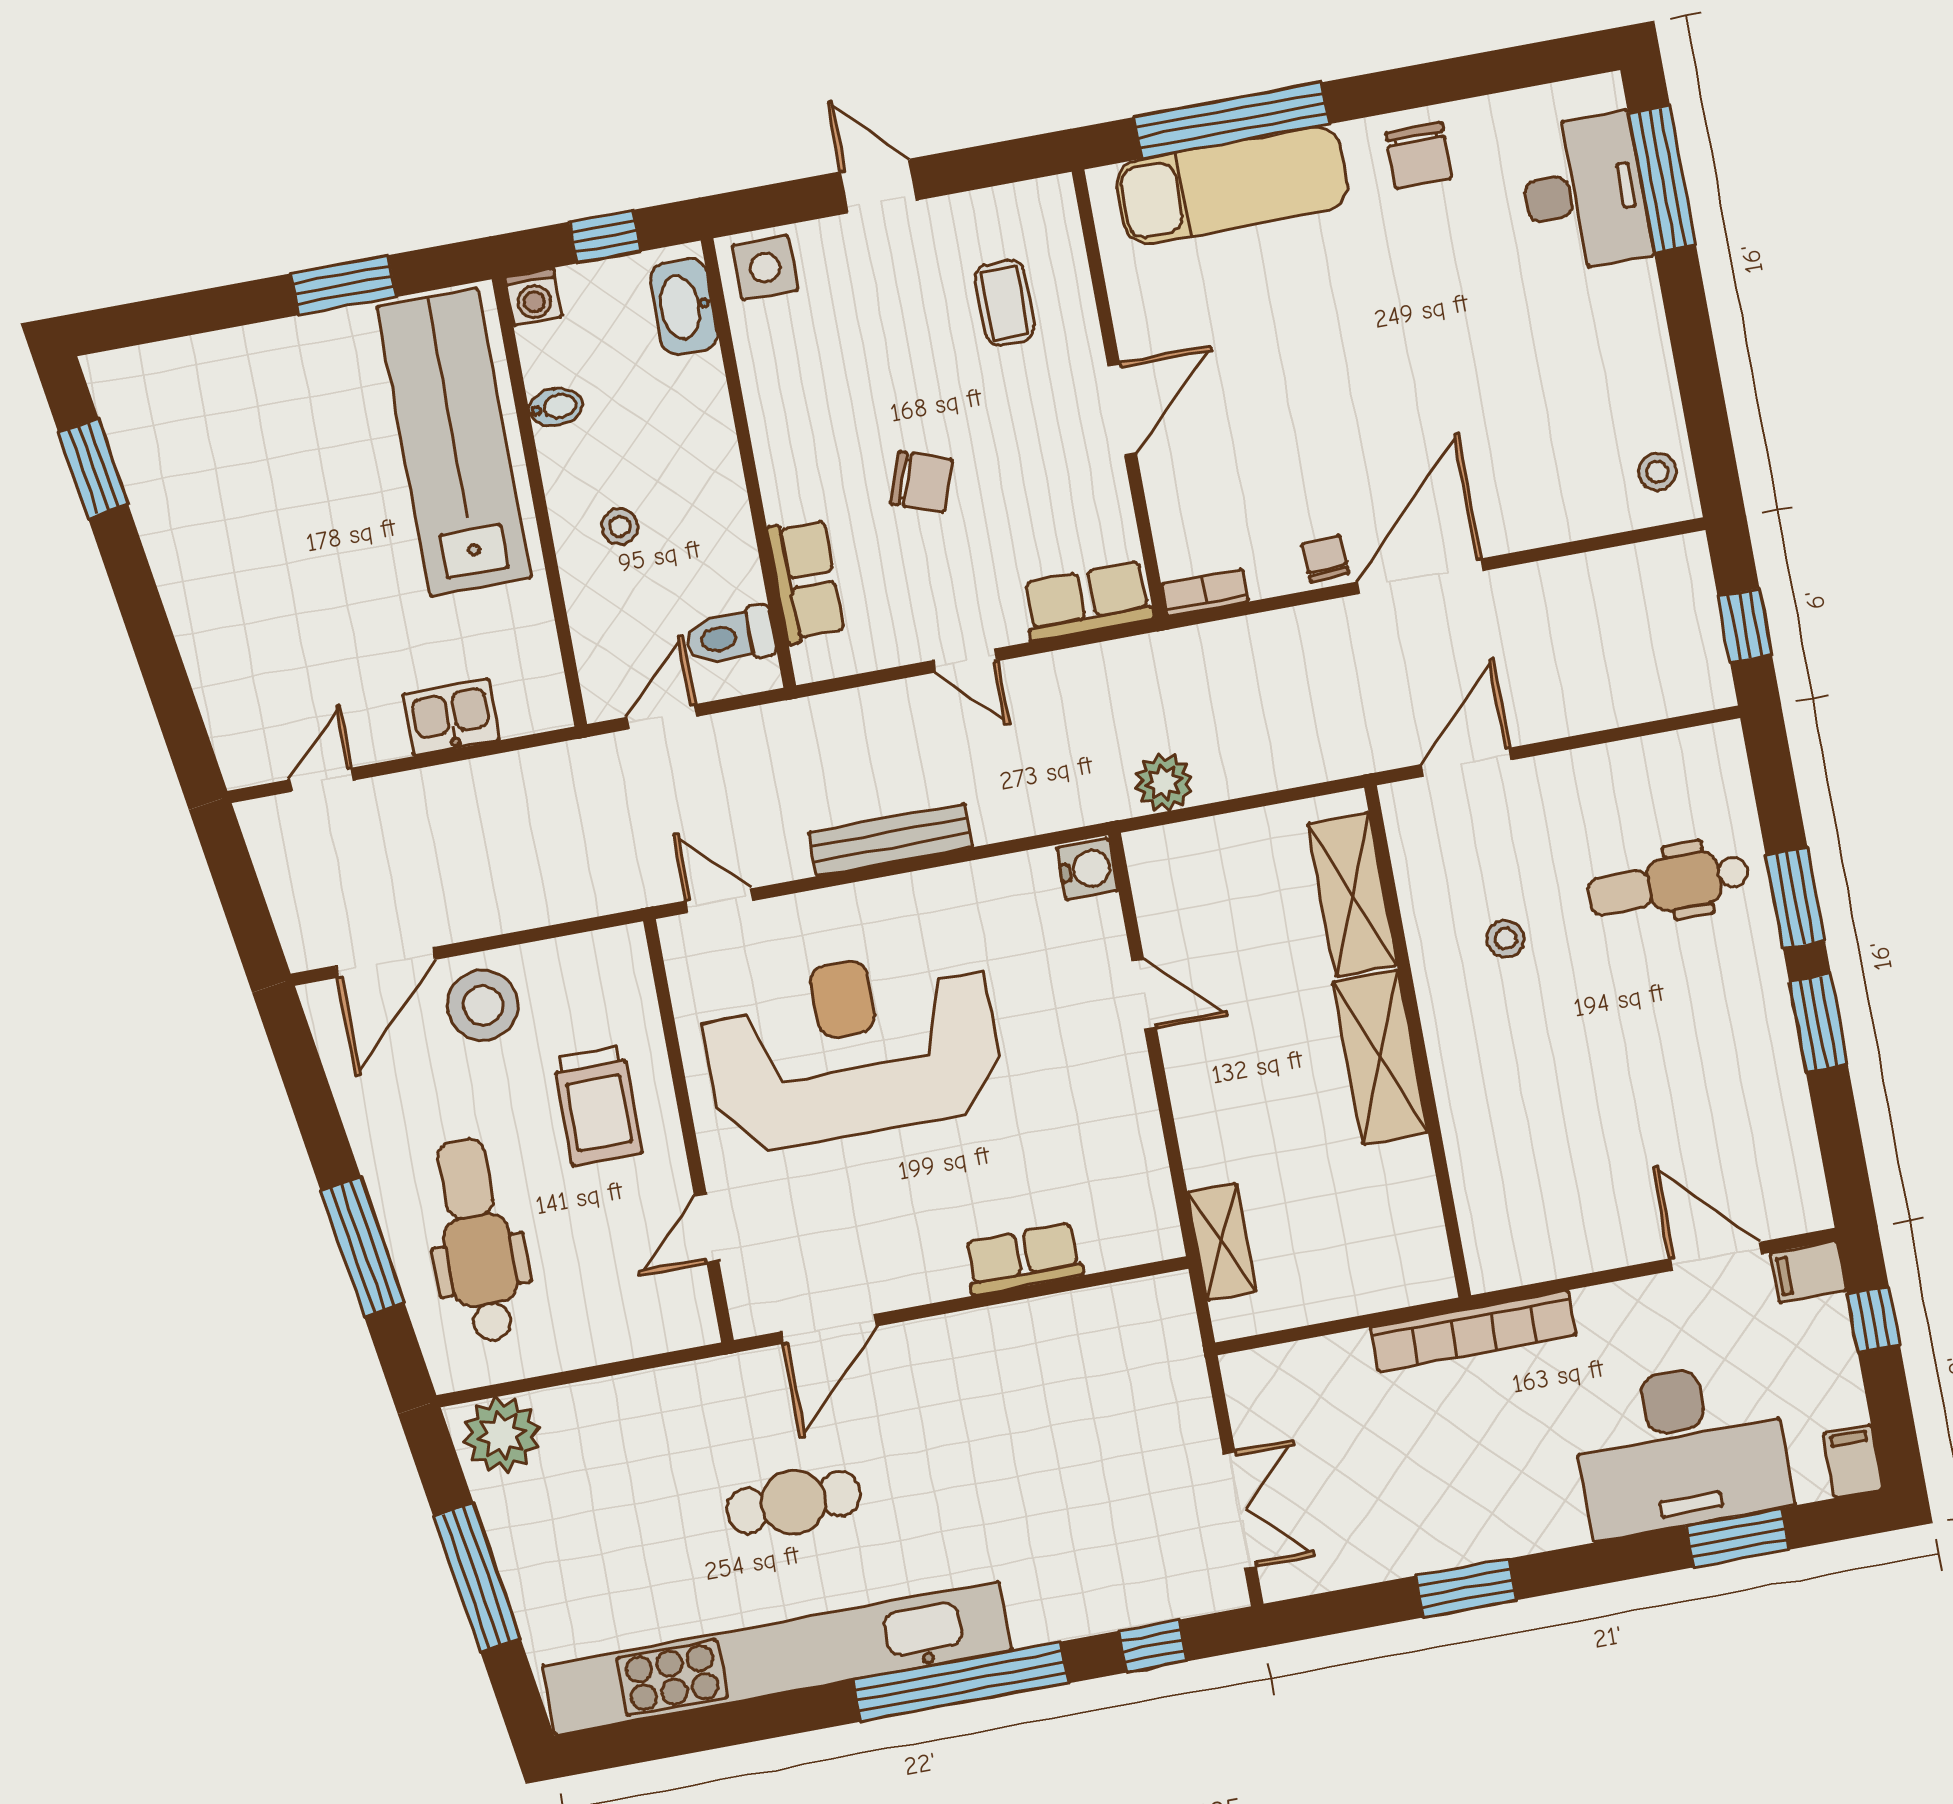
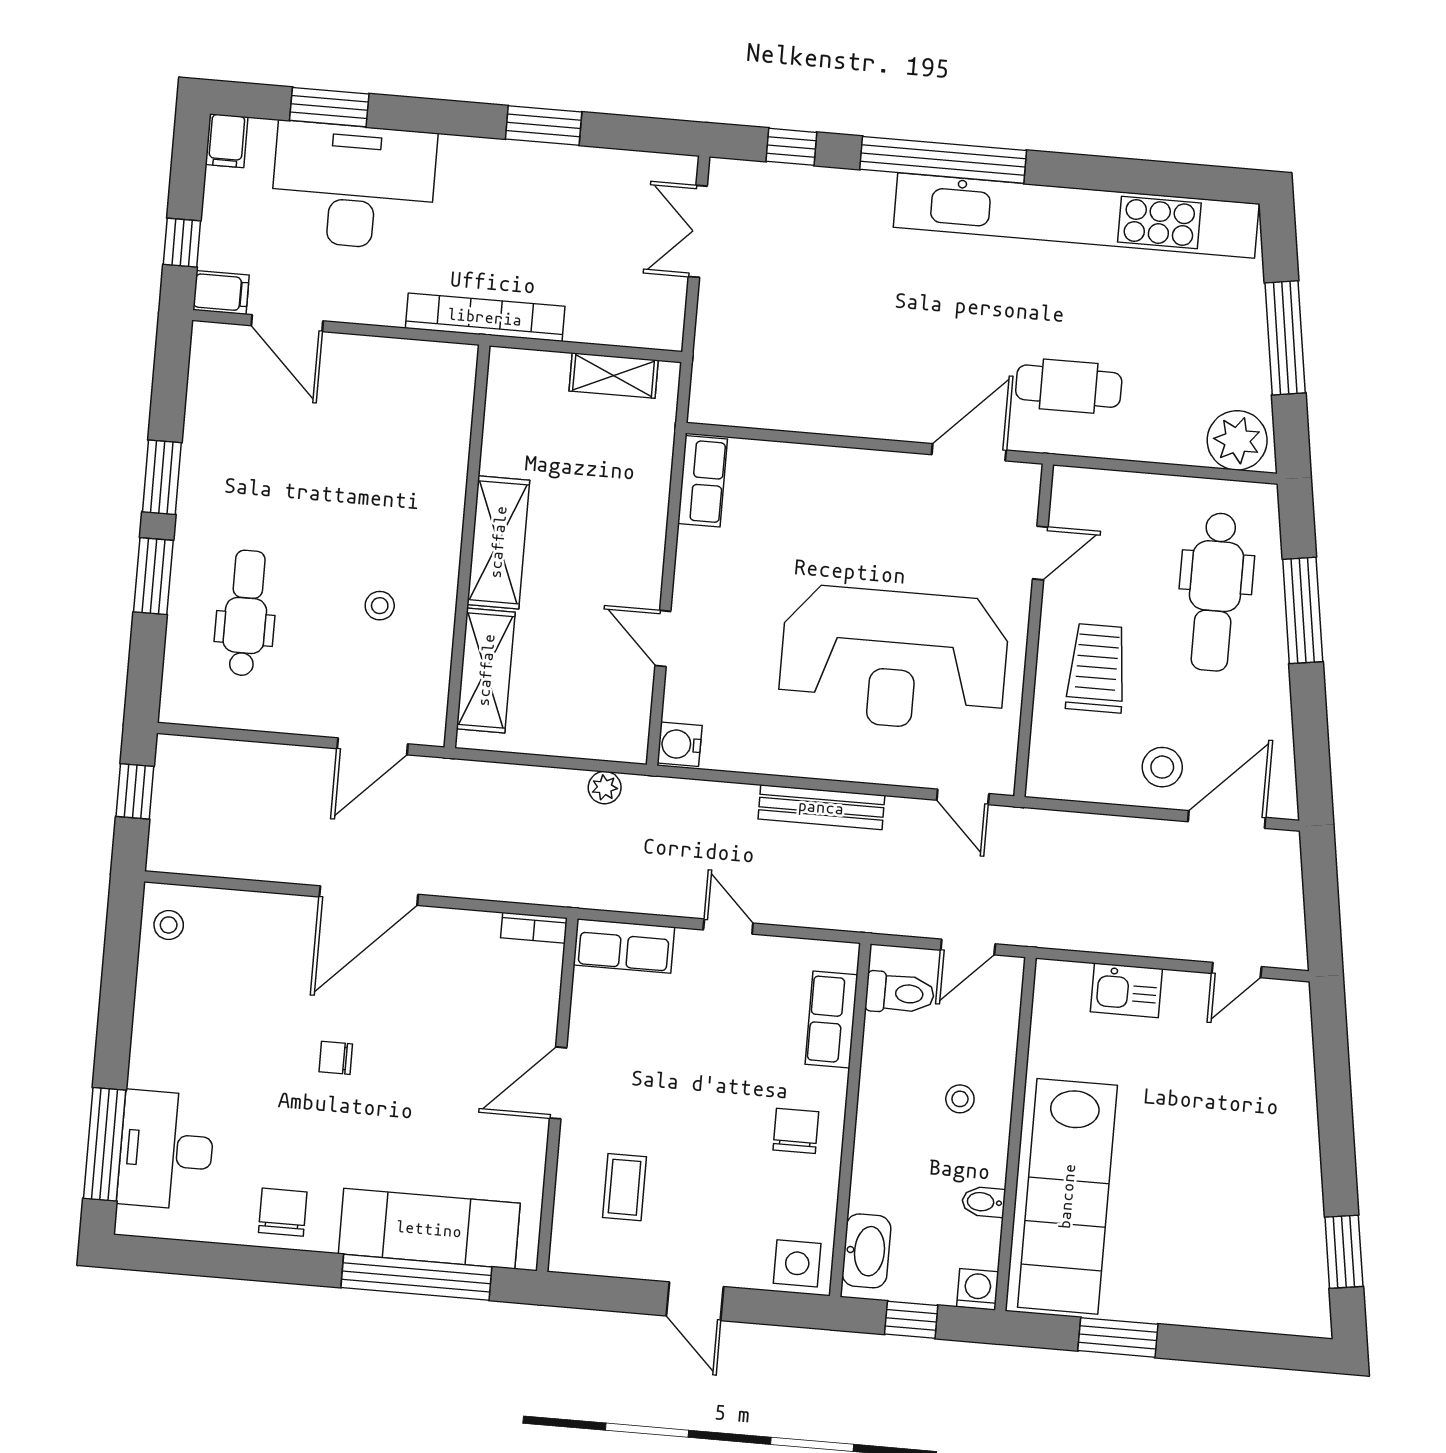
chair: (921, 482) -> (796, 1131), moved, turned 70
chair: (1325, 559) -> (336, 1058), moved, turned 93
plant: (1164, 783) -> (605, 788), width x0.73, depth x0.73
dental chair: (1668, 884) -> (246, 613), turned -90
stool: (483, 1005) -> (1162, 767), width x0.73, depth x0.73
shelving: (1222, 1242) -> (614, 376), moved, turned 90
row of seats: (1023, 1259) -> (703, 481), moved, turned -90
cafe table: (794, 1502) -> (1069, 386), moved

